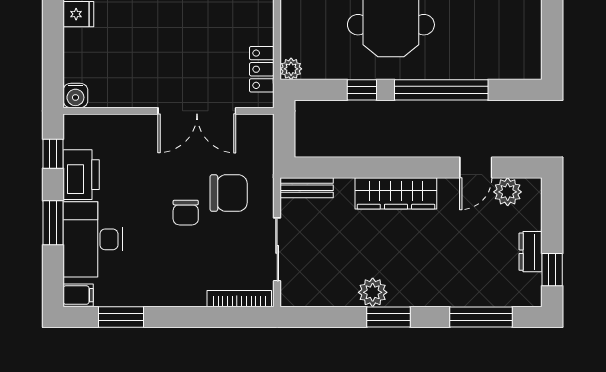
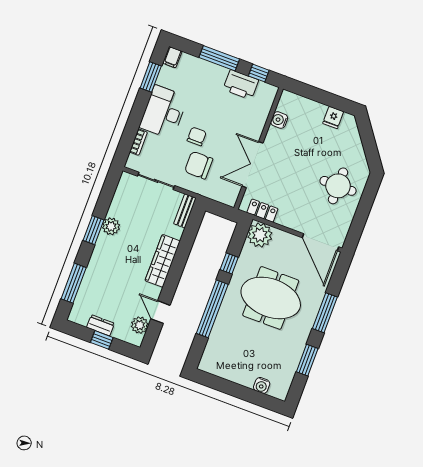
plant: (291, 69) -> (260, 235), width x1.87, depth x1.87
water cooler: (75, 96) -> (279, 120), moved
chair: (229, 193) -> (199, 165), turned 90
chair: (186, 213) -> (197, 136), turned 90
window: (53, 223) -> (219, 58), width x1.44
desk: (93, 239) -> (164, 112), moved, turned -90
window: (552, 270) -> (102, 340), moved
bookcase: (239, 299) -> (138, 142), width x0.64

